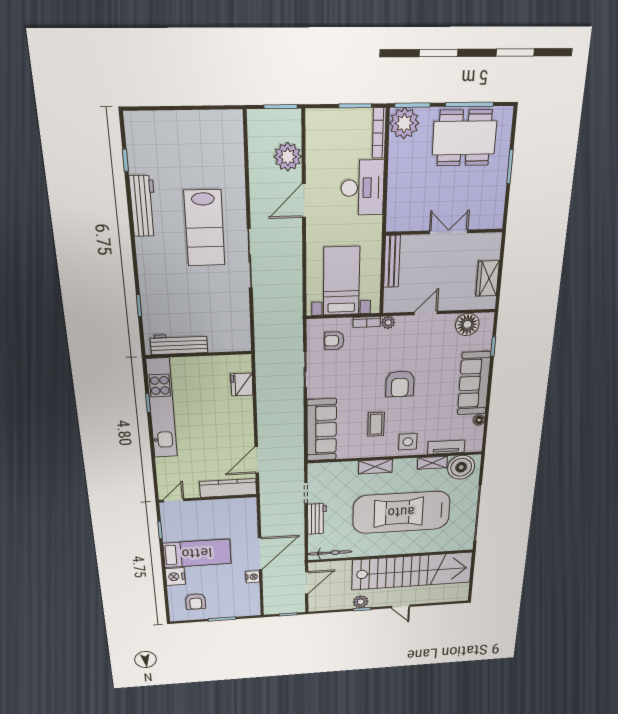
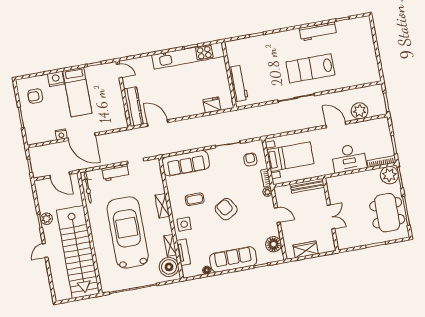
workbench: (179, 344) -> (238, 83), moved
armchair: (400, 384) -> (226, 209), turned 60

